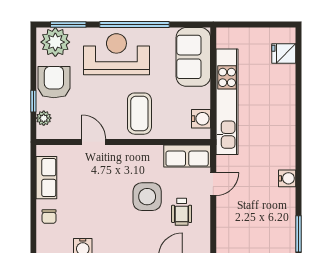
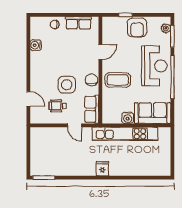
plant: (55, 42) -> (166, 28), width x0.53, depth x0.53
fridge: (284, 53) -> (102, 169), moved
armchair: (54, 82) -> (137, 27), turned 90
plant: (44, 118) -> (115, 21), removed
water cooler: (201, 119) -> (128, 118), moved
chair: (139, 156) -> (91, 80), added
water cooler: (287, 178) -> (78, 171), removed

